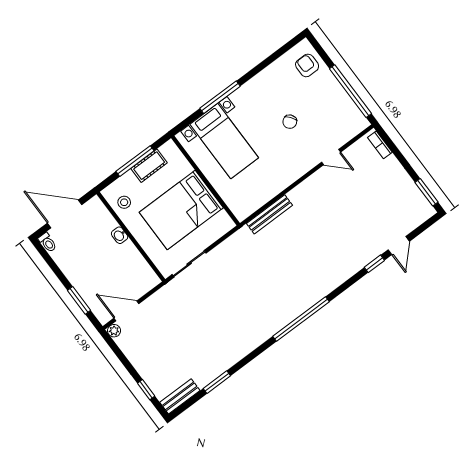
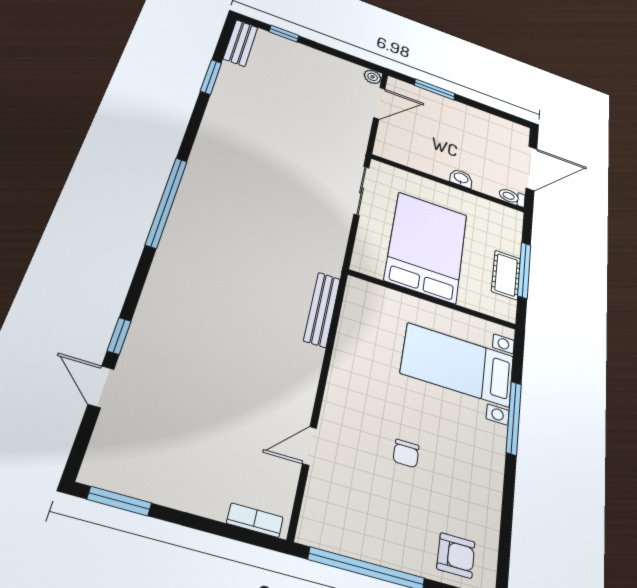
chair: (290, 122) -> (406, 453), turned -143
stool: (124, 202) -> (491, 217), removed
toilet: (47, 242) -> (512, 197), moved

